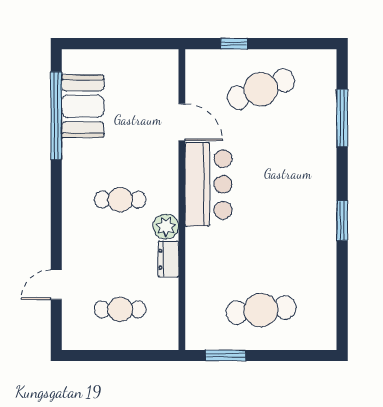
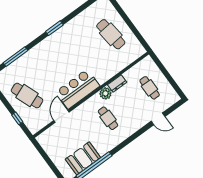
window: (225, 356) -> (138, 35), removed

